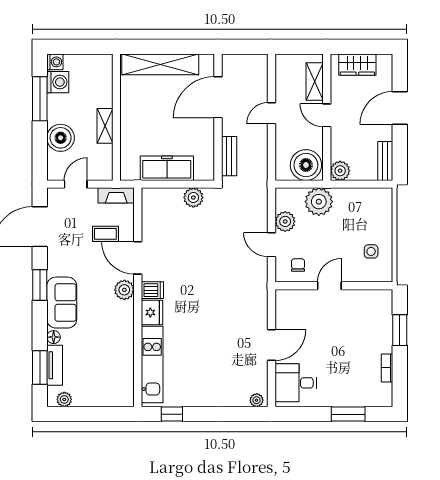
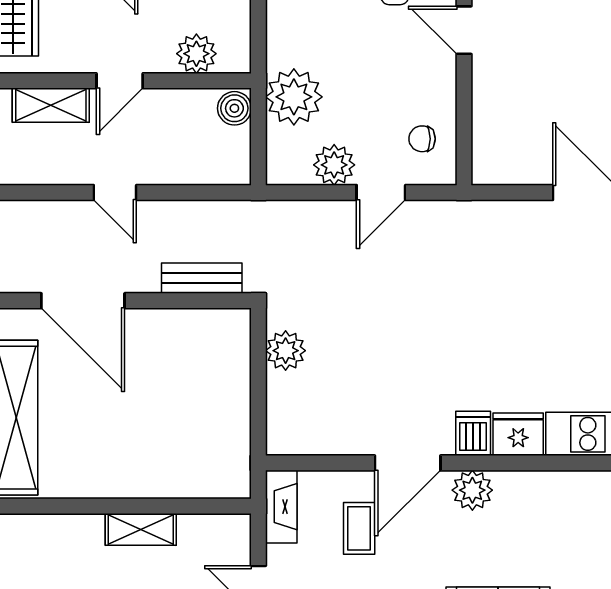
boiler: (306, 165) -> (234, 108), width x0.54, depth x0.54
freezer: (167, 168) -> (226, 404), removed
plant: (340, 171) -> (196, 54), moved
door: (329, 286) -> (464, 30), moved

